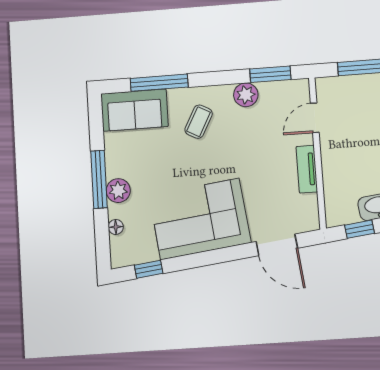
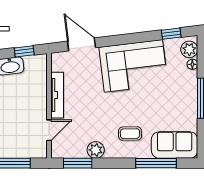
coffee table: (199, 122) -> (130, 134), turned 61
tv unit: (307, 169) -> (57, 95), width x1.41
plant: (118, 191) -> (189, 49), moved

